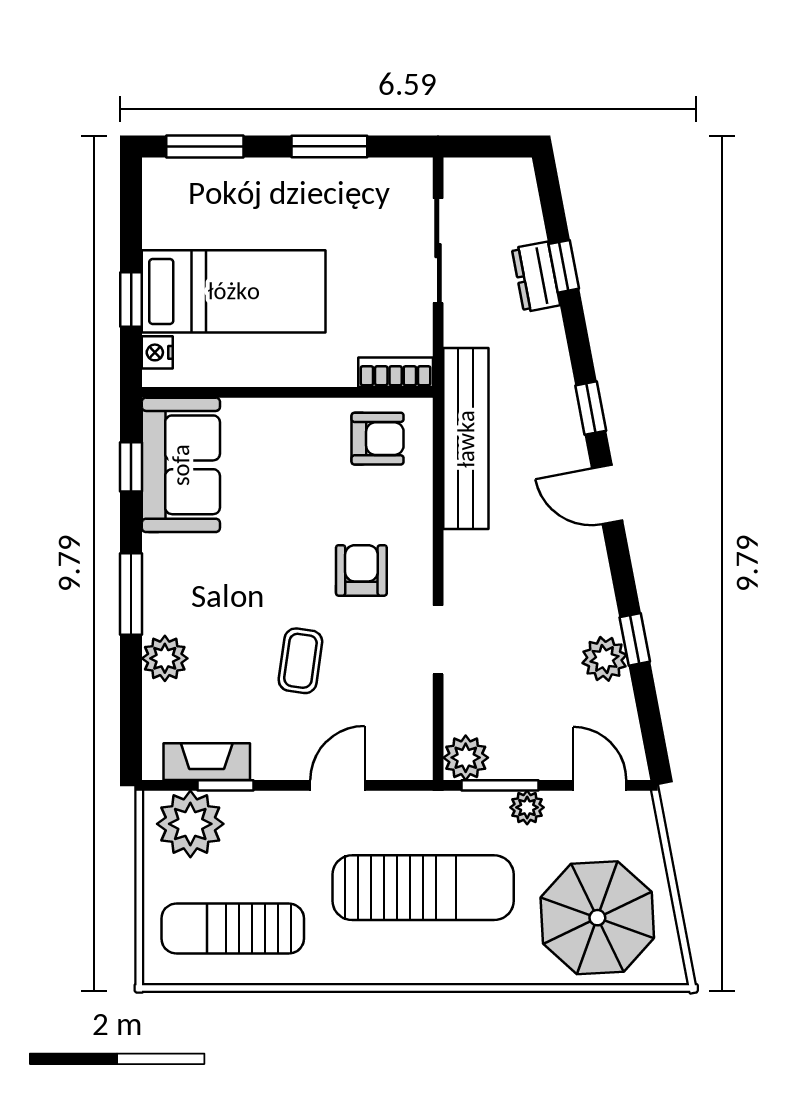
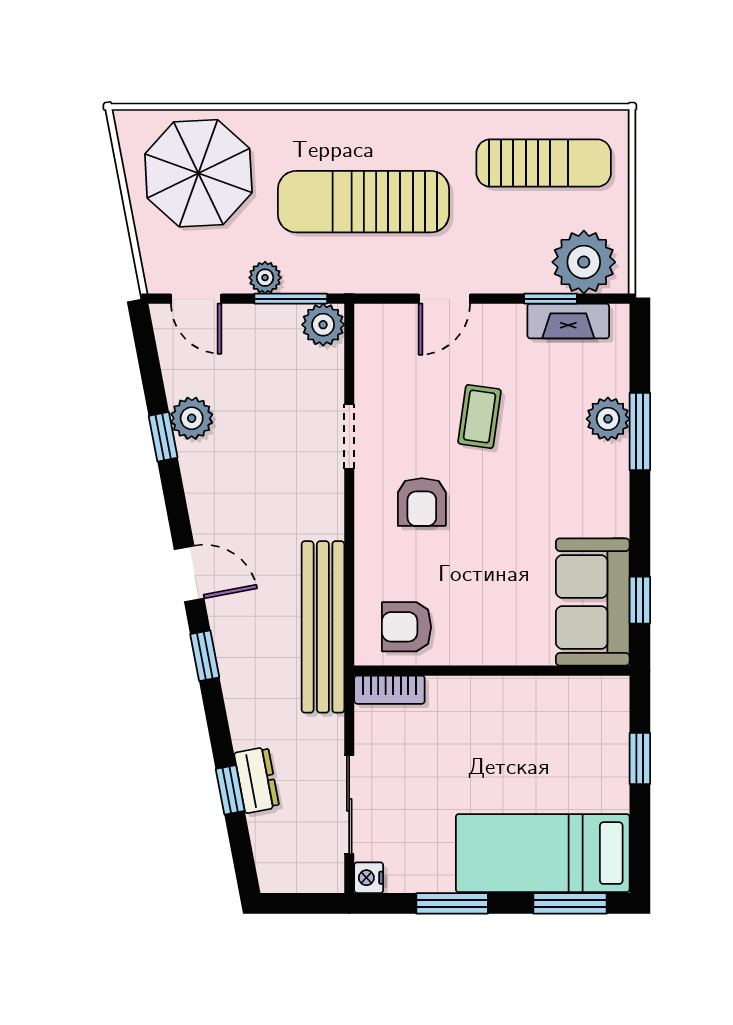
bed: (234, 291) -> (543, 853), moved
nightstand: (157, 352) -> (369, 878), moved, turned 180
window: (131, 594) -> (640, 431), moved

